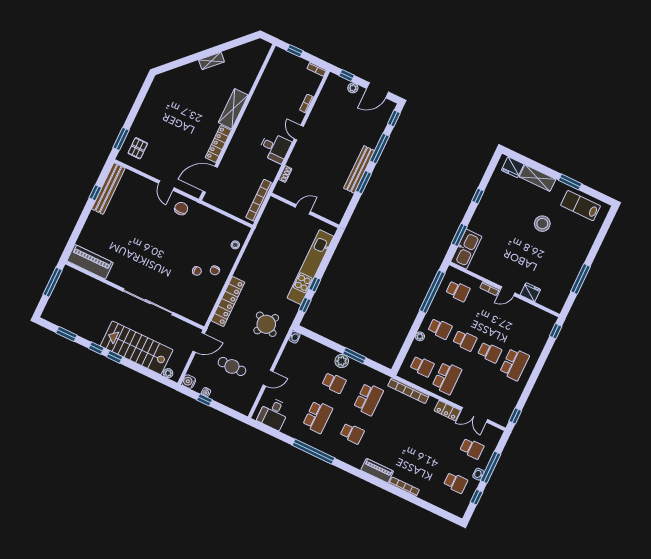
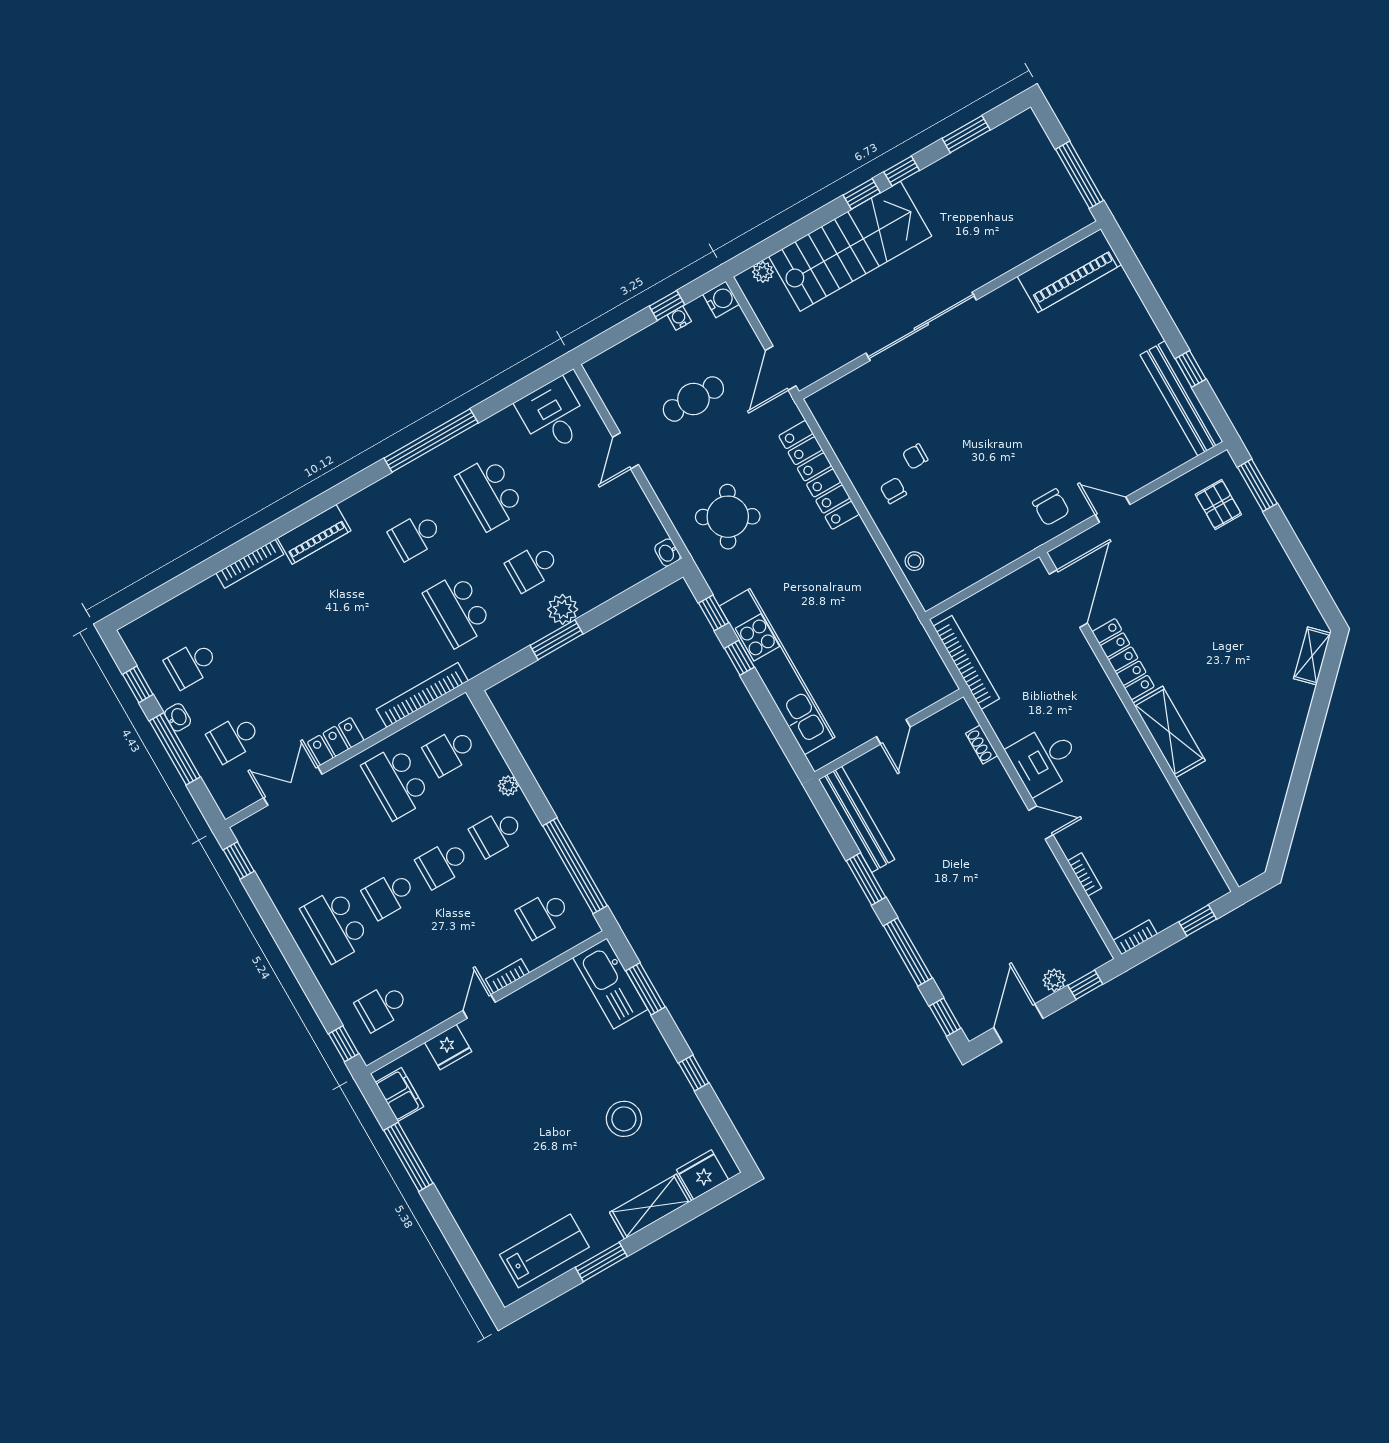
shelving: (212, 61) -> (1312, 656), moved
bench: (359, 169) -> (857, 819), moved
stool: (542, 224) -> (624, 1119), moved
filing cabinet: (560, 298) -> (399, 1095), added
school desk: (532, 327) -> (382, 1007), added

